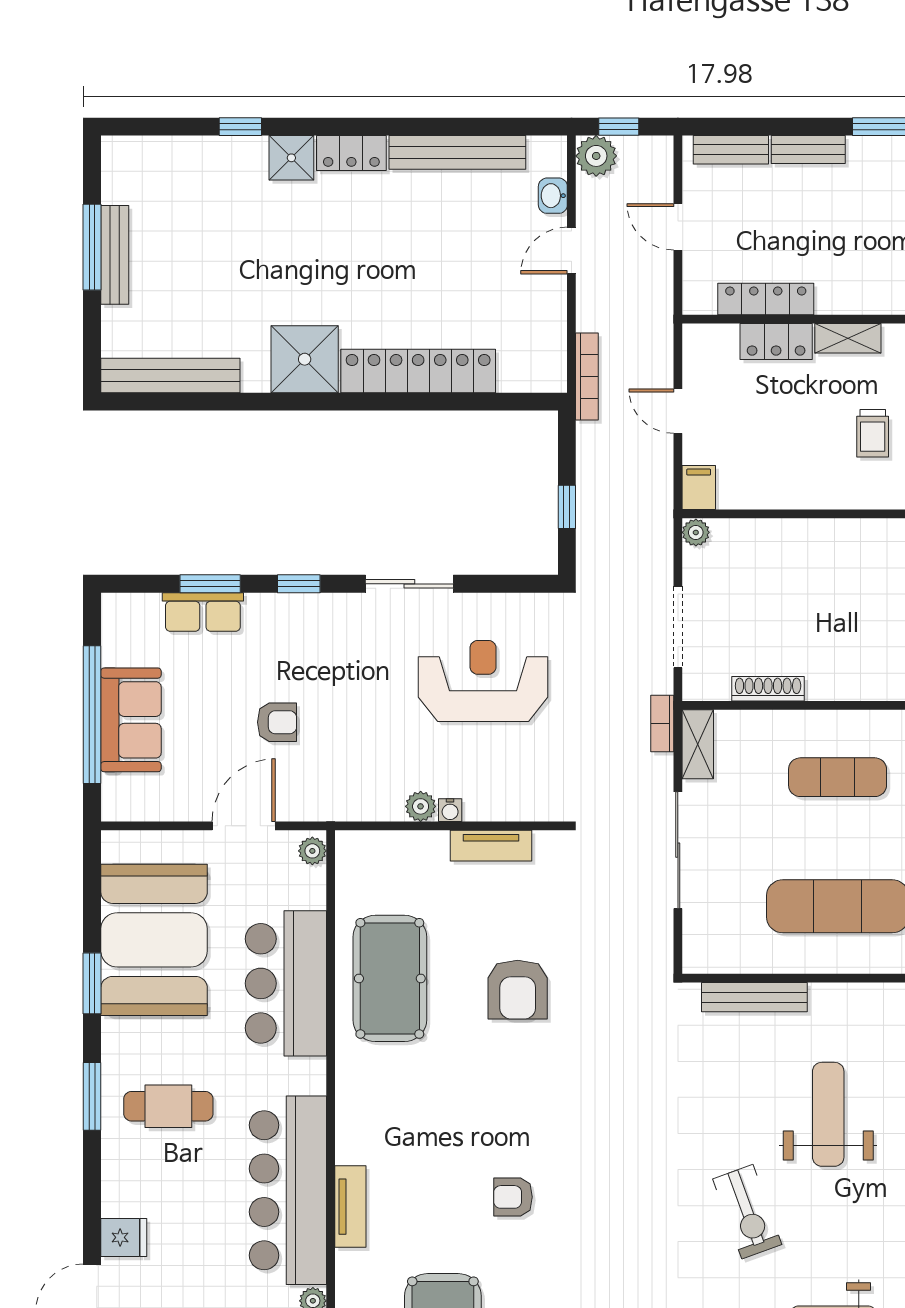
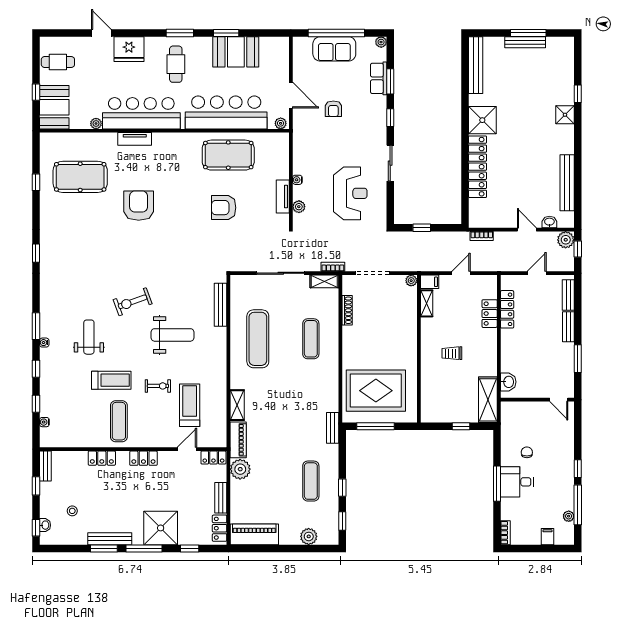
locker: (351, 153) -> (567, 139), removed
shelving: (848, 338) -> (427, 303), moved
bookcase: (587, 376) -> (482, 236), width x0.64
plant: (114, 606) -> (381, 42), added
plant: (421, 806) -> (299, 207), moved
booth: (154, 940) -> (236, 52), width x0.73, depth x0.70
bar counter: (286, 983) -> (226, 112), width x1.36
armchair: (513, 1197) -> (139, 206), width x1.88, depth x1.88
fridge: (124, 1237) -> (129, 49), width x1.88, depth x1.34

